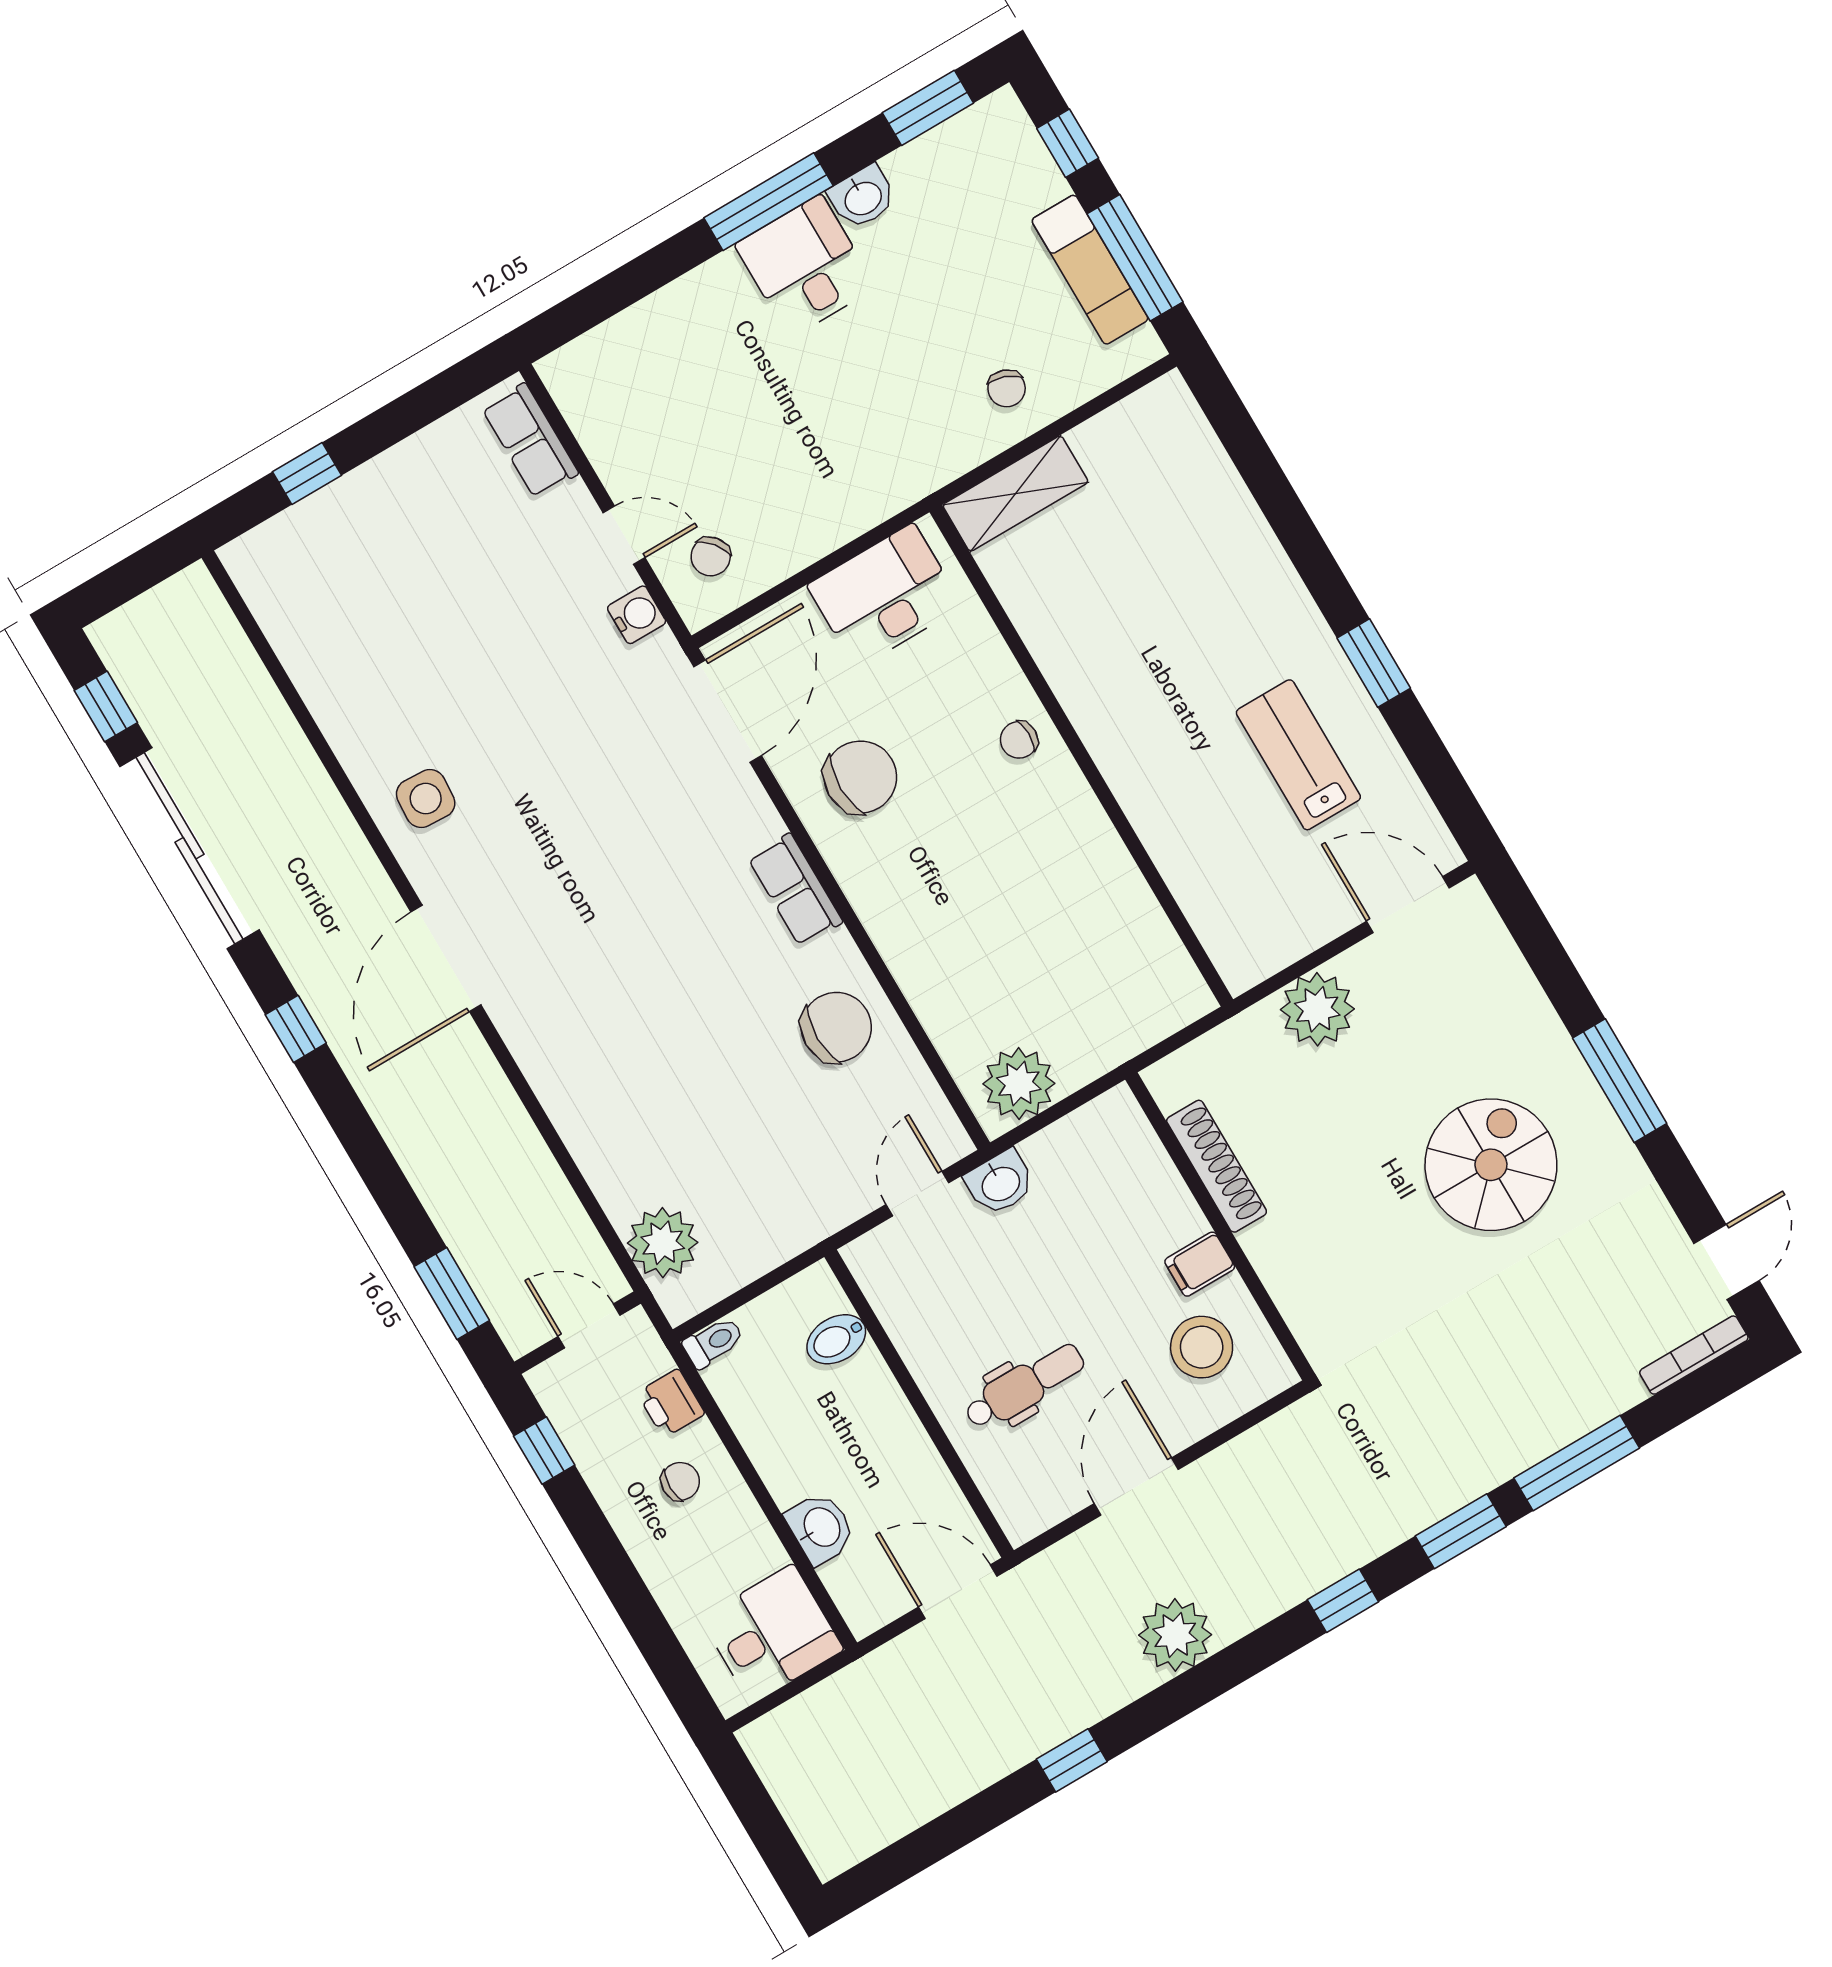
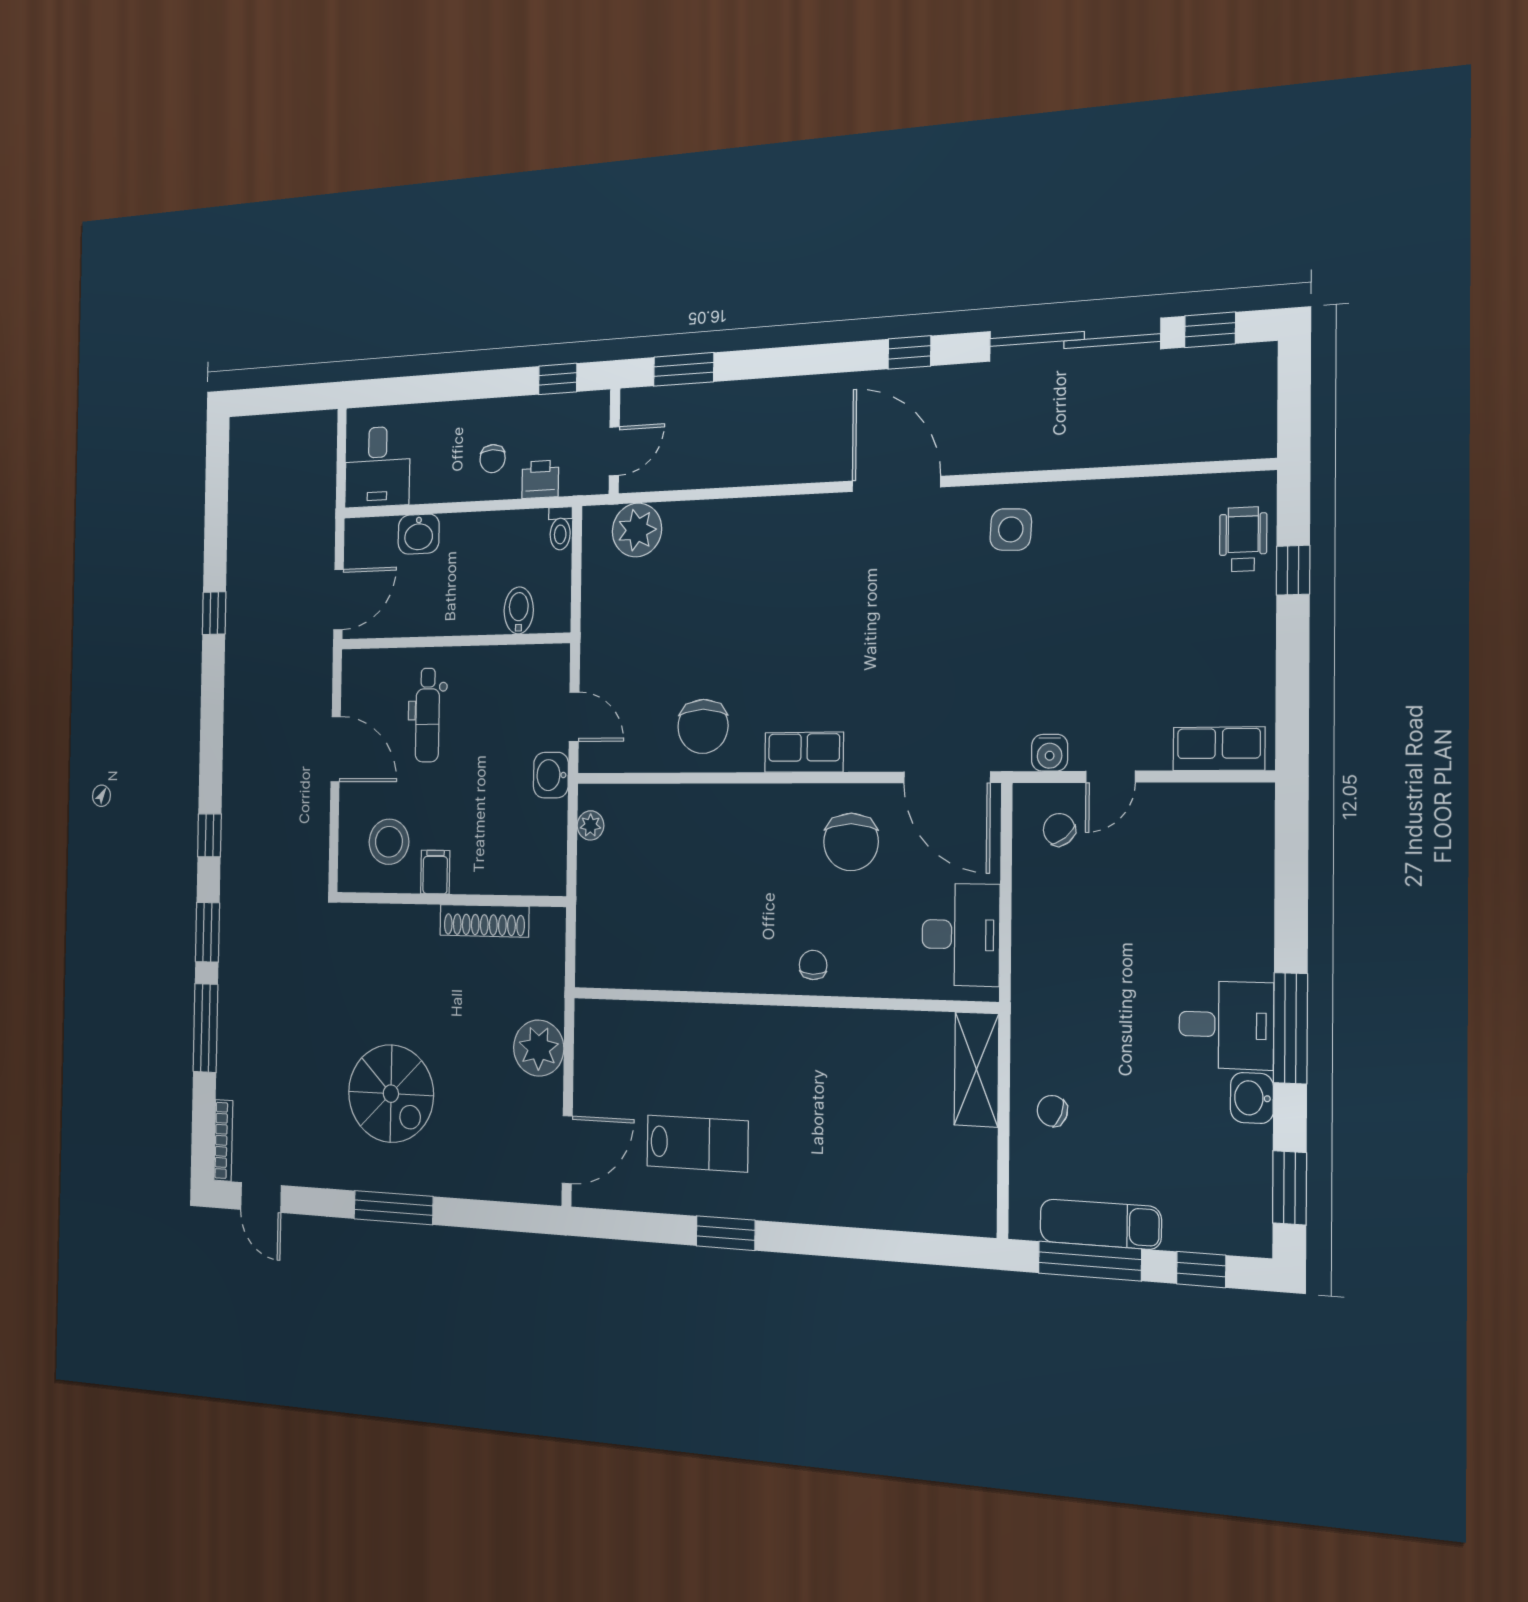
wheelchair: (303, 543) -> (1243, 539), added
plant: (1019, 1084) -> (590, 825), width x0.53, depth x0.53
plant: (1175, 1635) -> (245, 720), removed

